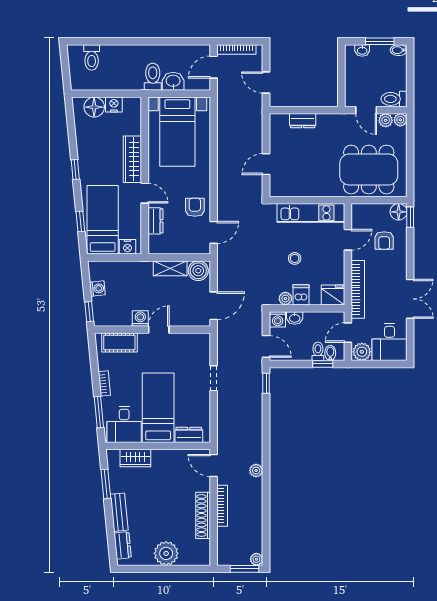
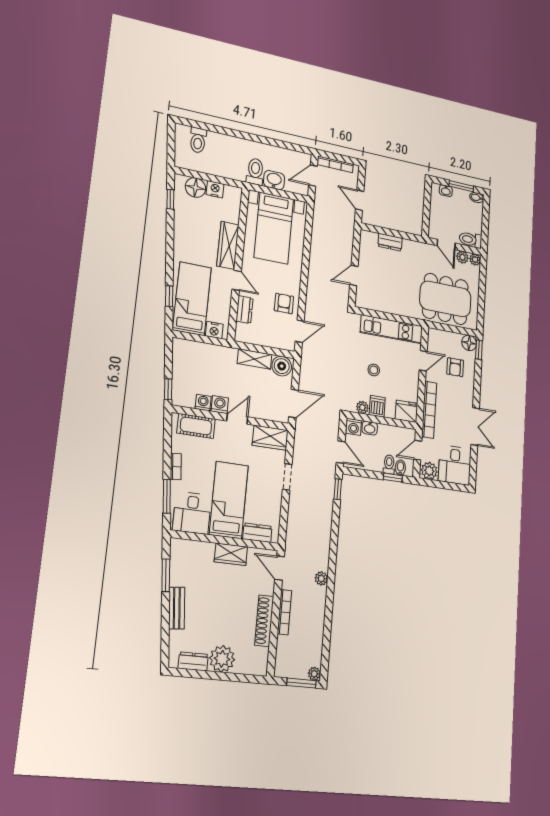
window: (75, 169) -> (170, 199), moved
washing machine: (97, 288) -> (203, 403), moved, turned -84
wardrobe: (193, 343) -> (270, 438), added
wardrobe: (135, 458) -> (231, 554), moved
dresser: (123, 545) -> (193, 661), moved, turned -84

